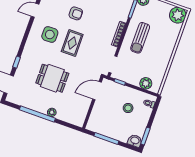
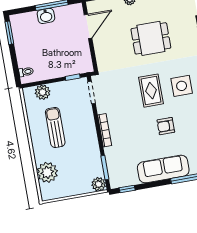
plant: (178, 15) -> (47, 172), moved
sun lounger: (140, 38) -> (55, 127), moved
door: (97, 91) -> (88, 26), moved
stool: (128, 108) -> (47, 53), removed
washbasin: (135, 141) -> (46, 16), moved

